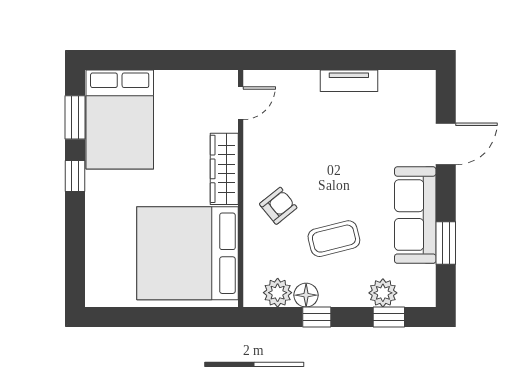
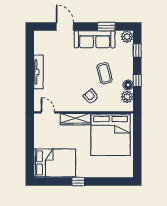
tv unit: (349, 81) -> (39, 72), width x1.41
window: (75, 117) -> (54, 182), removed
plant: (383, 293) -> (127, 37), moved

